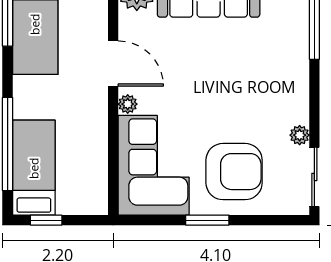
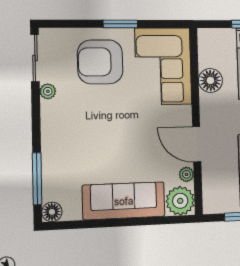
plant: (128, 104) -> (186, 174), moved
floor lamp: (92, 146) -> (210, 80), added

